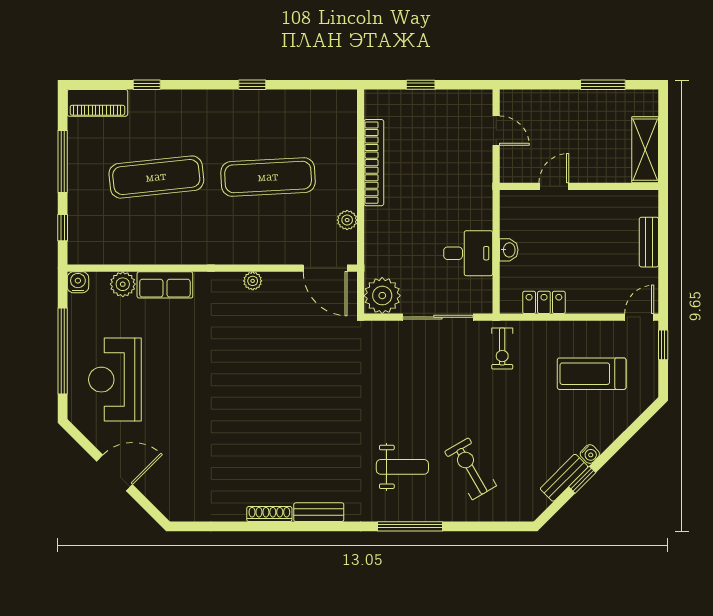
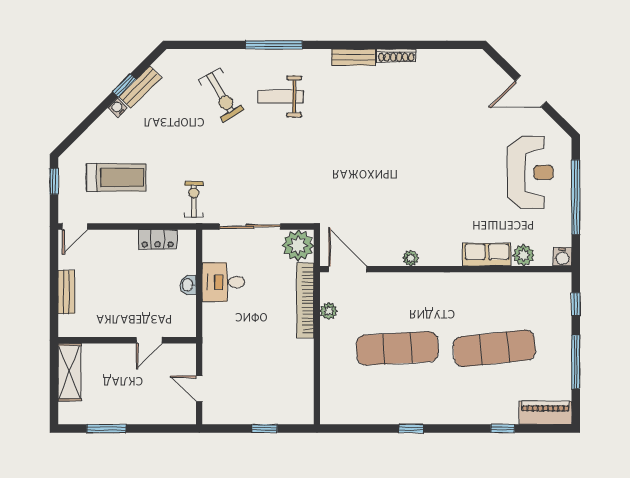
bookcase: (374, 163) -> (305, 300), moved
window: (663, 345) -> (54, 181), moved

